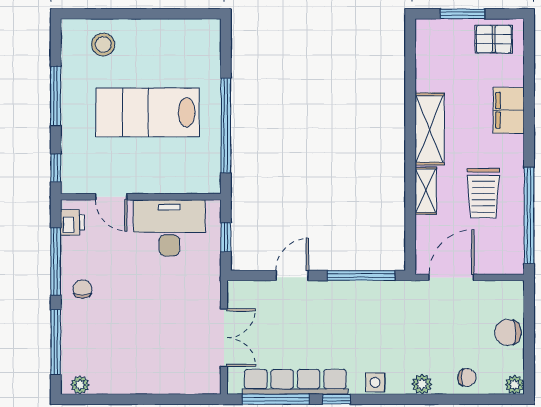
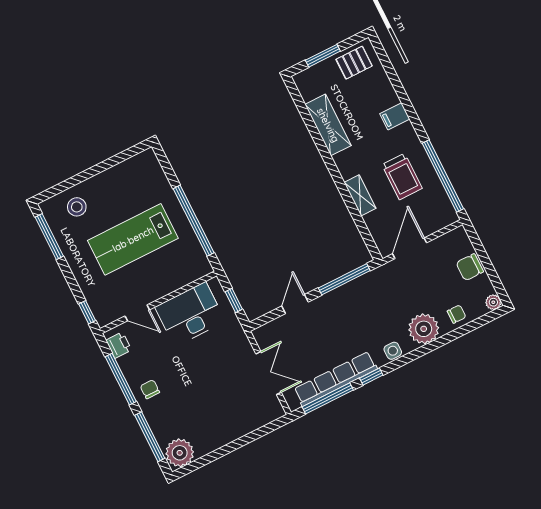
window: (56, 96) -> (49, 237), moved
filing cabinet: (509, 110) -> (395, 116), width x0.50
shelving: (430, 129) -> (328, 125), moved
plant: (422, 384) -> (424, 329), width x1.88, depth x1.88
plant: (80, 385) -> (180, 453), width x1.88, depth x1.88

